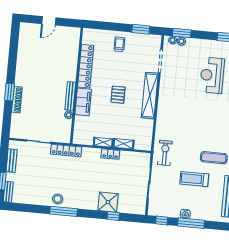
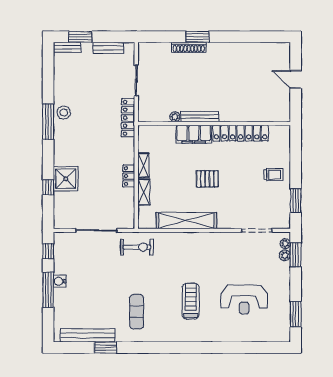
reception desk: (212, 75) -> (244, 299), turned 180
shelving: (150, 95) -> (186, 221), moved
treadmill: (194, 179) -> (191, 301), moved

